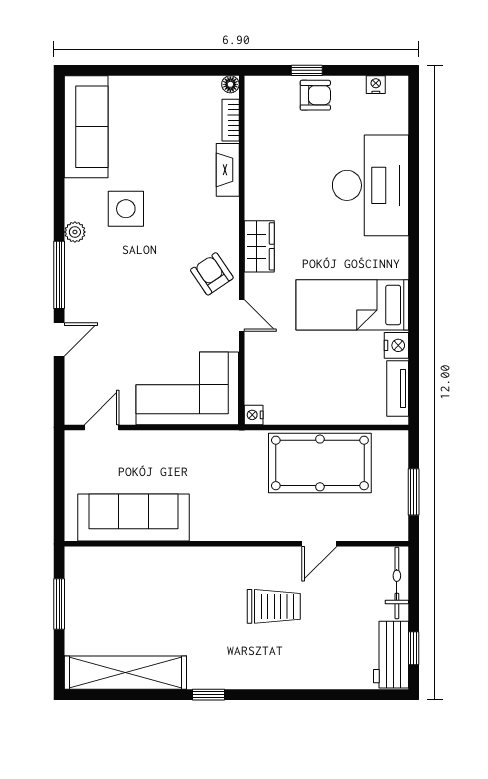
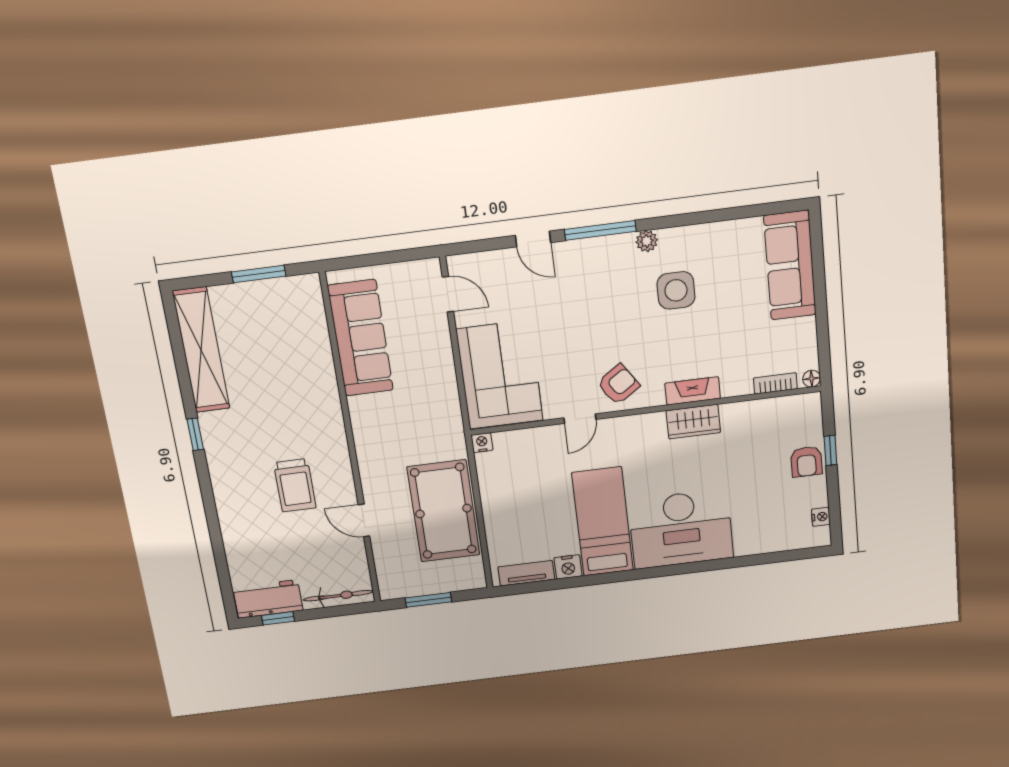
sofa: (86, 127) -> (790, 265), moved, turned 90
fireplace: (228, 170) -> (693, 391), moved
desk: (370, 185) -> (681, 529), moved
wardrobe: (259, 246) -> (693, 422), moved

